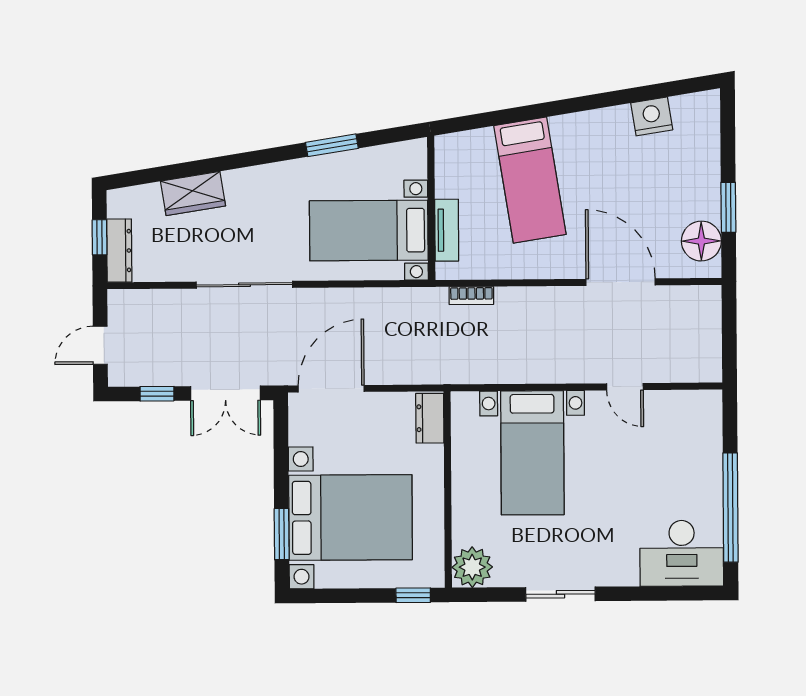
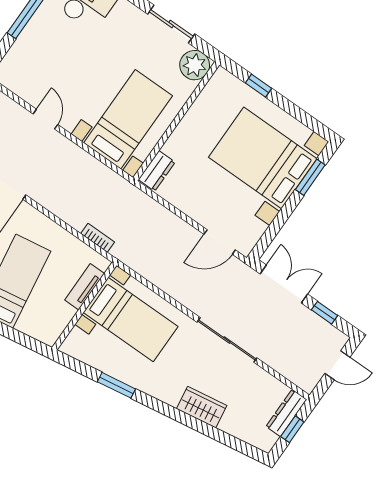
wardrobe: (193, 194) -> (202, 407), moved
door: (331, 389) -> (220, 242), width x0.73
dresser: (430, 418) -> (157, 171), moved
wall: (448, 490) -> (176, 121), moved
plant: (472, 567) -> (195, 65), moved

